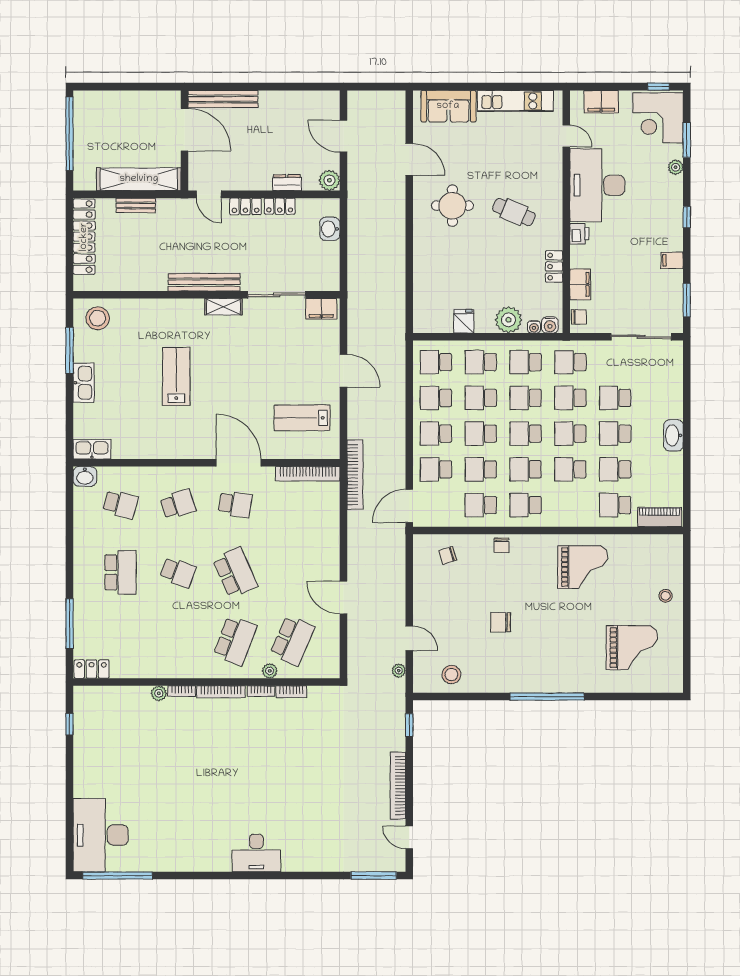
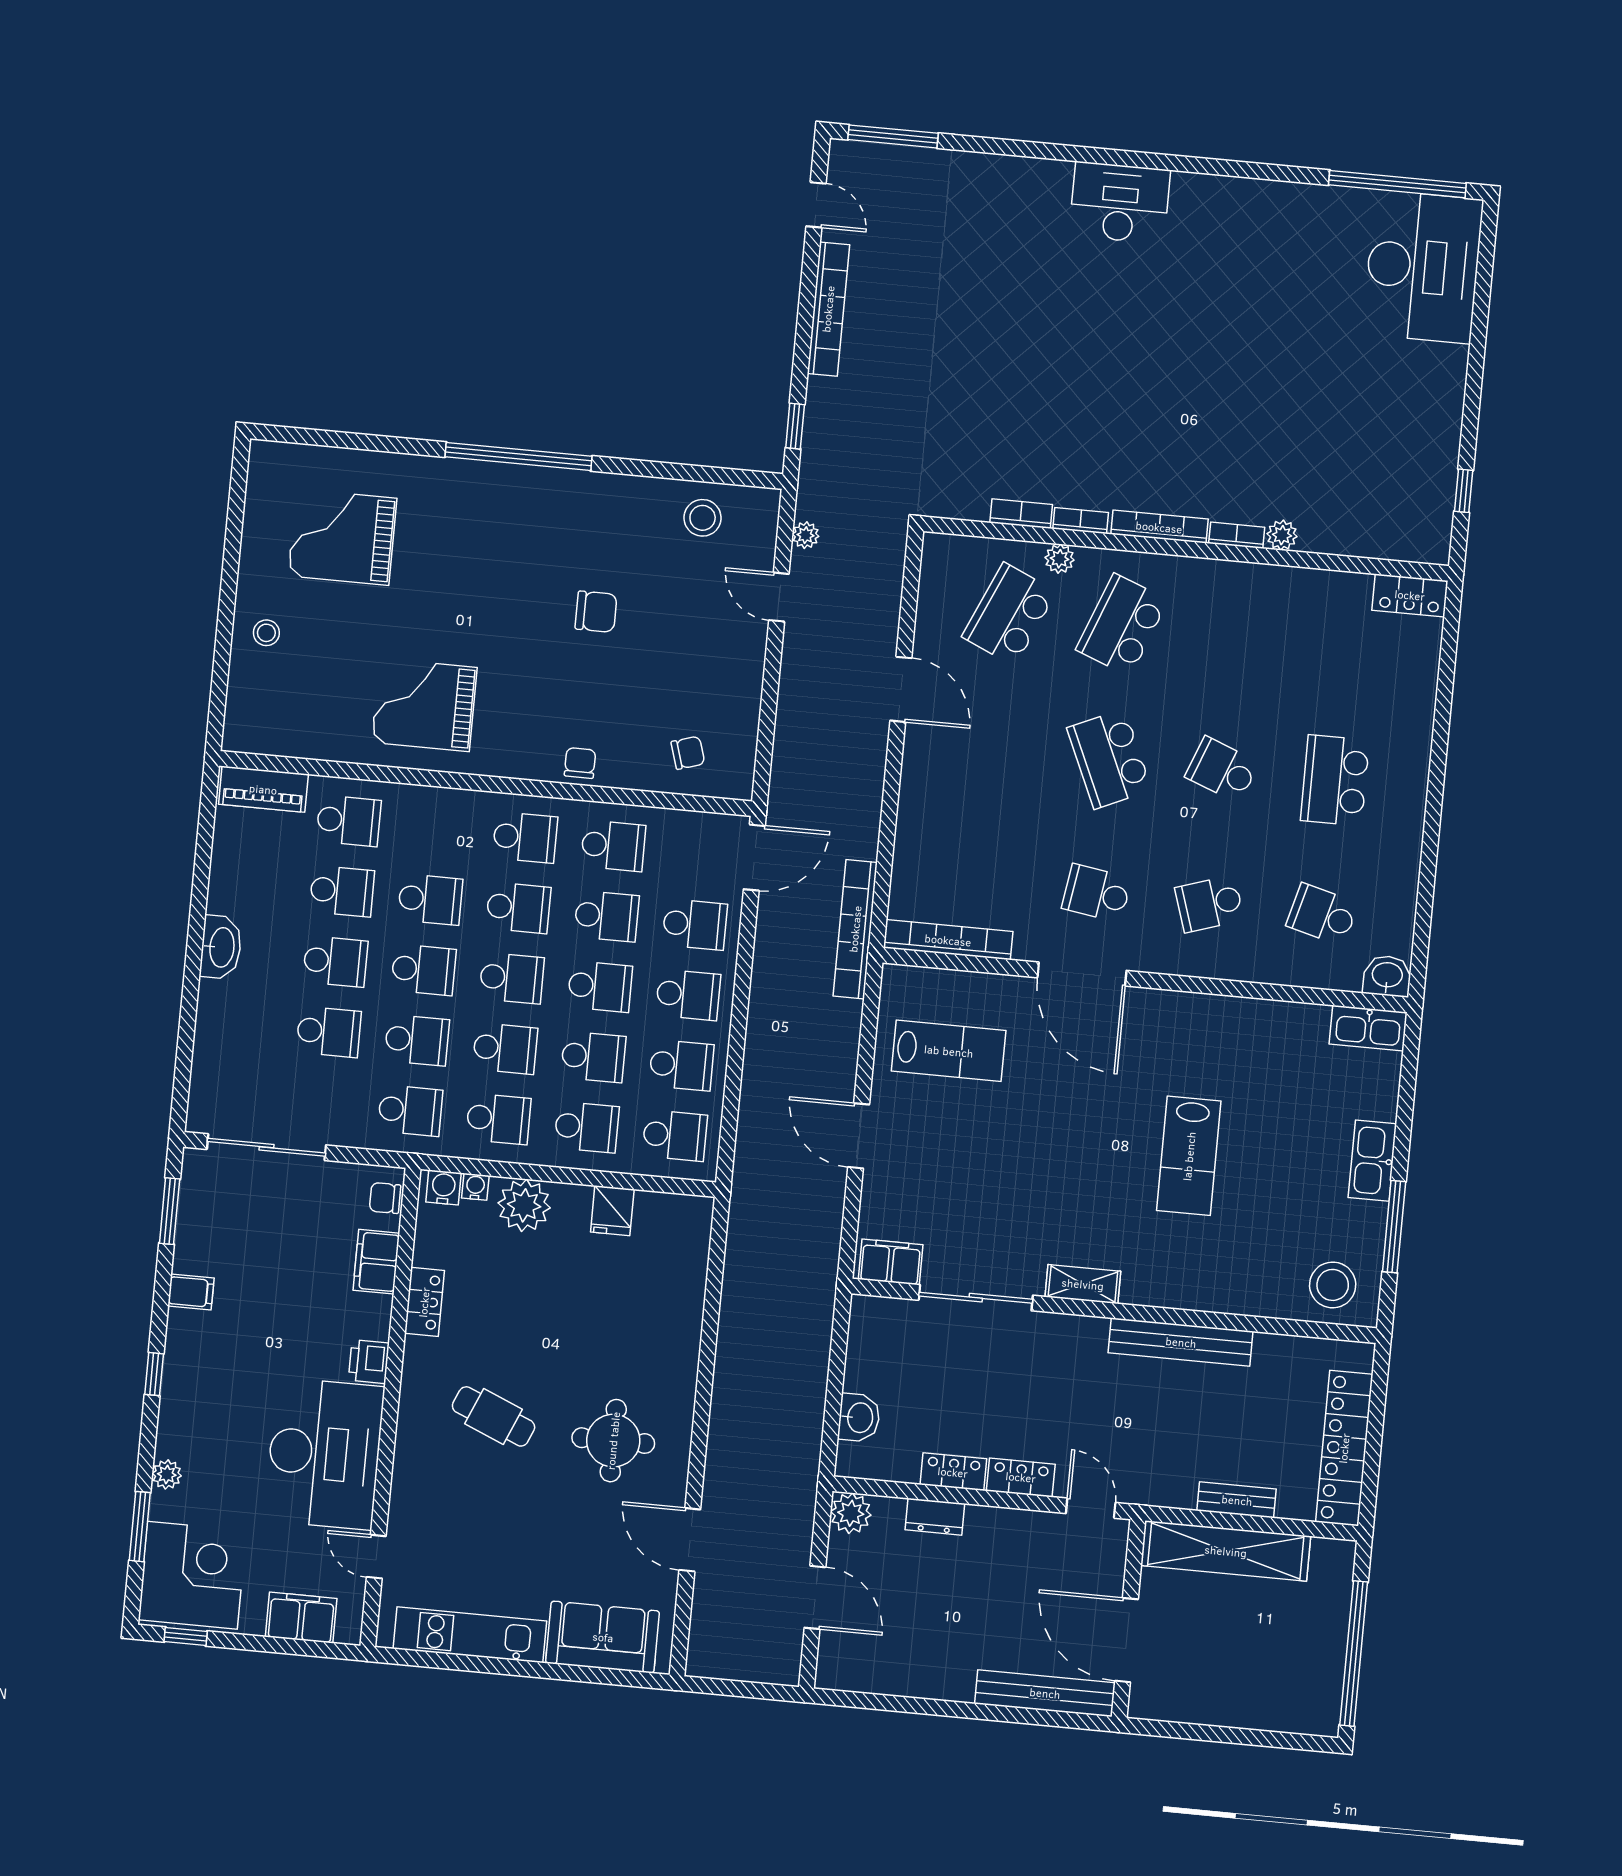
bench: (204, 282) -> (1181, 1342), moved
window: (69, 624) -> (1445, 689), removed

